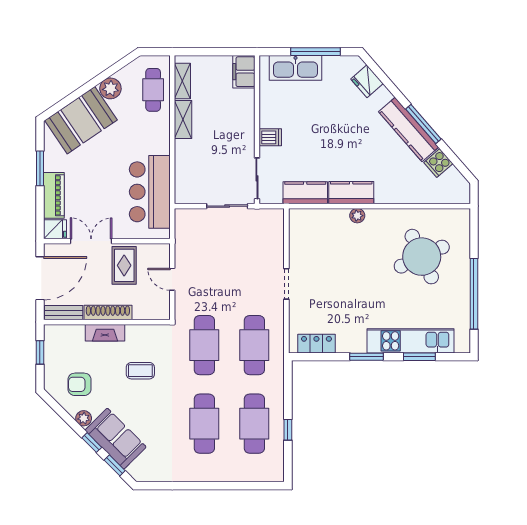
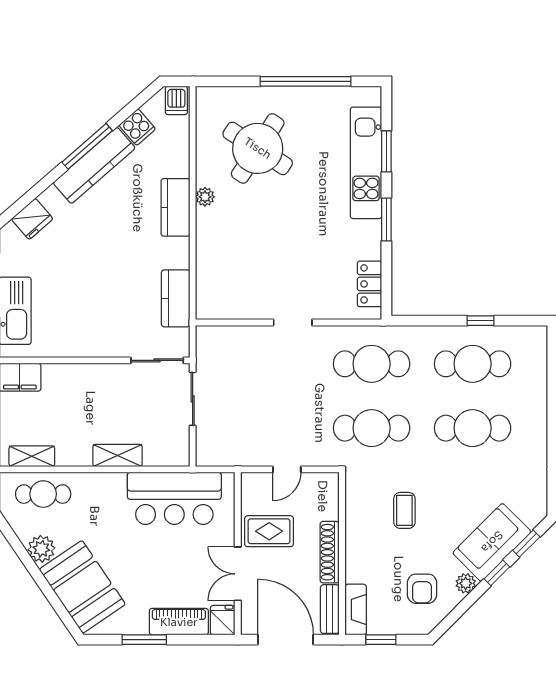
shelving: (183, 119) -> (117, 455), moved
dishwasher: (270, 137) -> (176, 100), moved, turned 180
kitchen counter: (351, 193) -> (175, 207), moved
plant: (357, 216) -> (205, 197), moved
round table: (422, 257) -> (258, 148), turned -32
fireplace: (105, 333) -> (356, 609), moved

